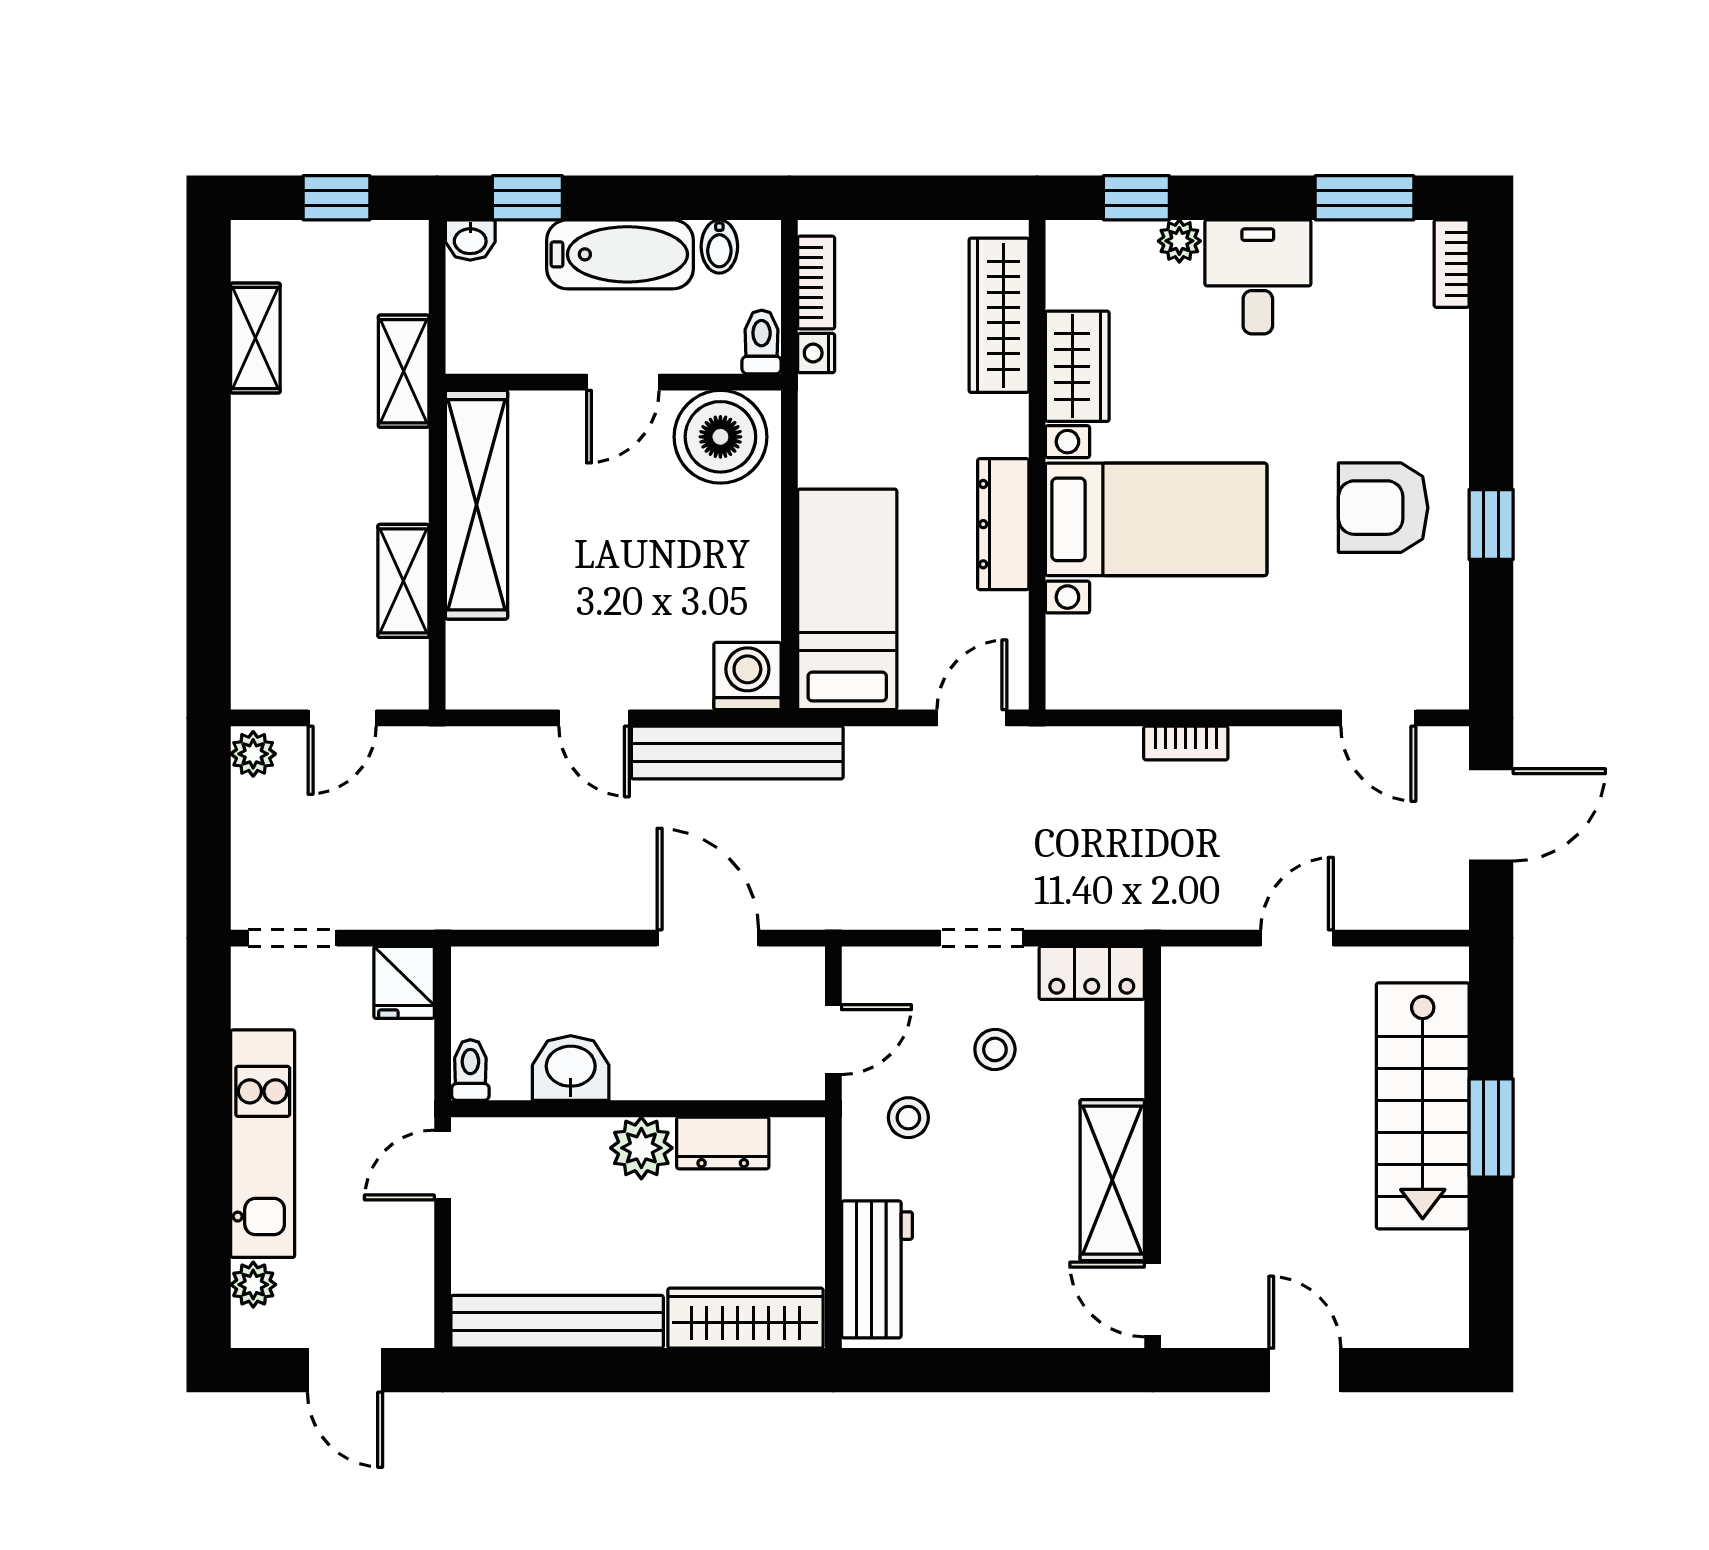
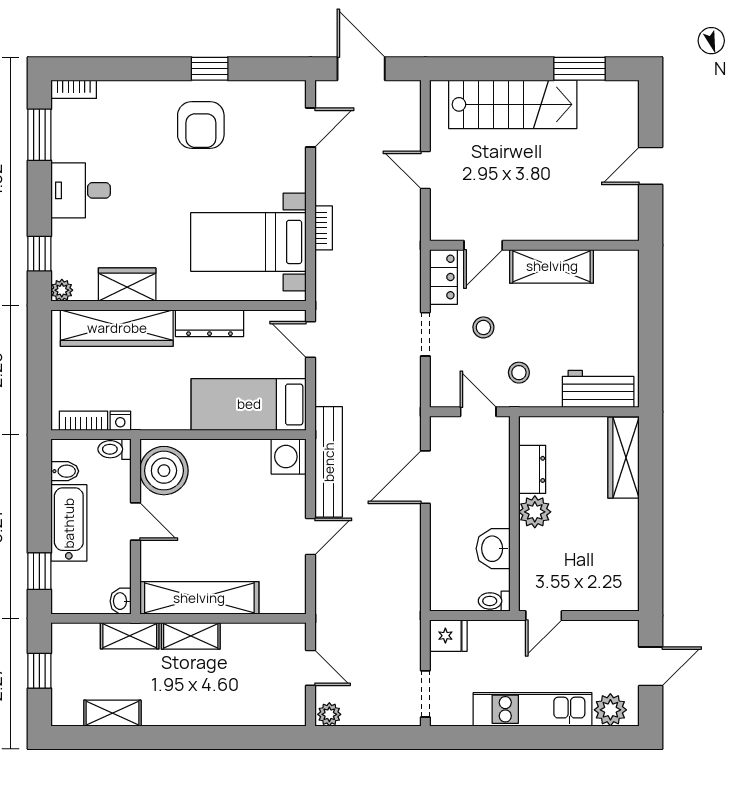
washbasin: (470, 240) -> (121, 601), moved, turned 180
plant: (1179, 241) -> (62, 290), moved
wardrobe: (999, 315) -> (117, 328), width x1.40, depth x1.17
bed with nightstands: (1156, 519) -> (248, 242), moved, turned -90
shelving: (403, 581) -> (191, 636), moved
window: (1491, 1128) -> (580, 69), moved
door: (443, 1165) -> (544, 615), hinge flipped
plant: (253, 1285) -> (610, 710), width x1.38, depth x1.38
door: (1153, 1300) -> (483, 245), moved
bench: (557, 1322) -> (625, 556), removed

